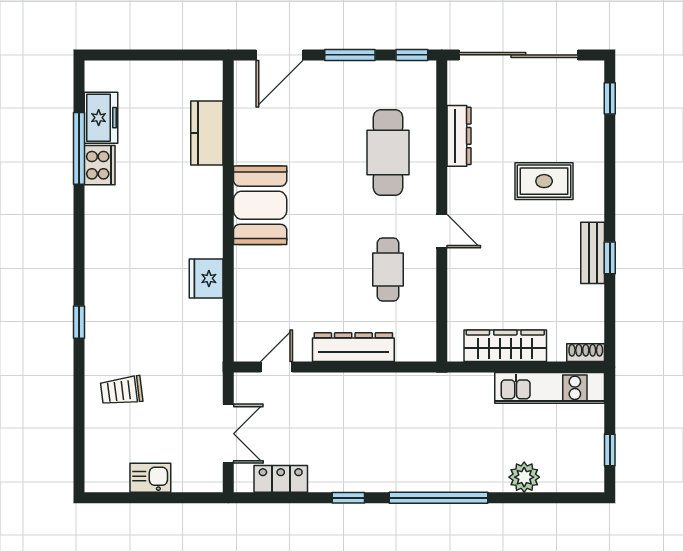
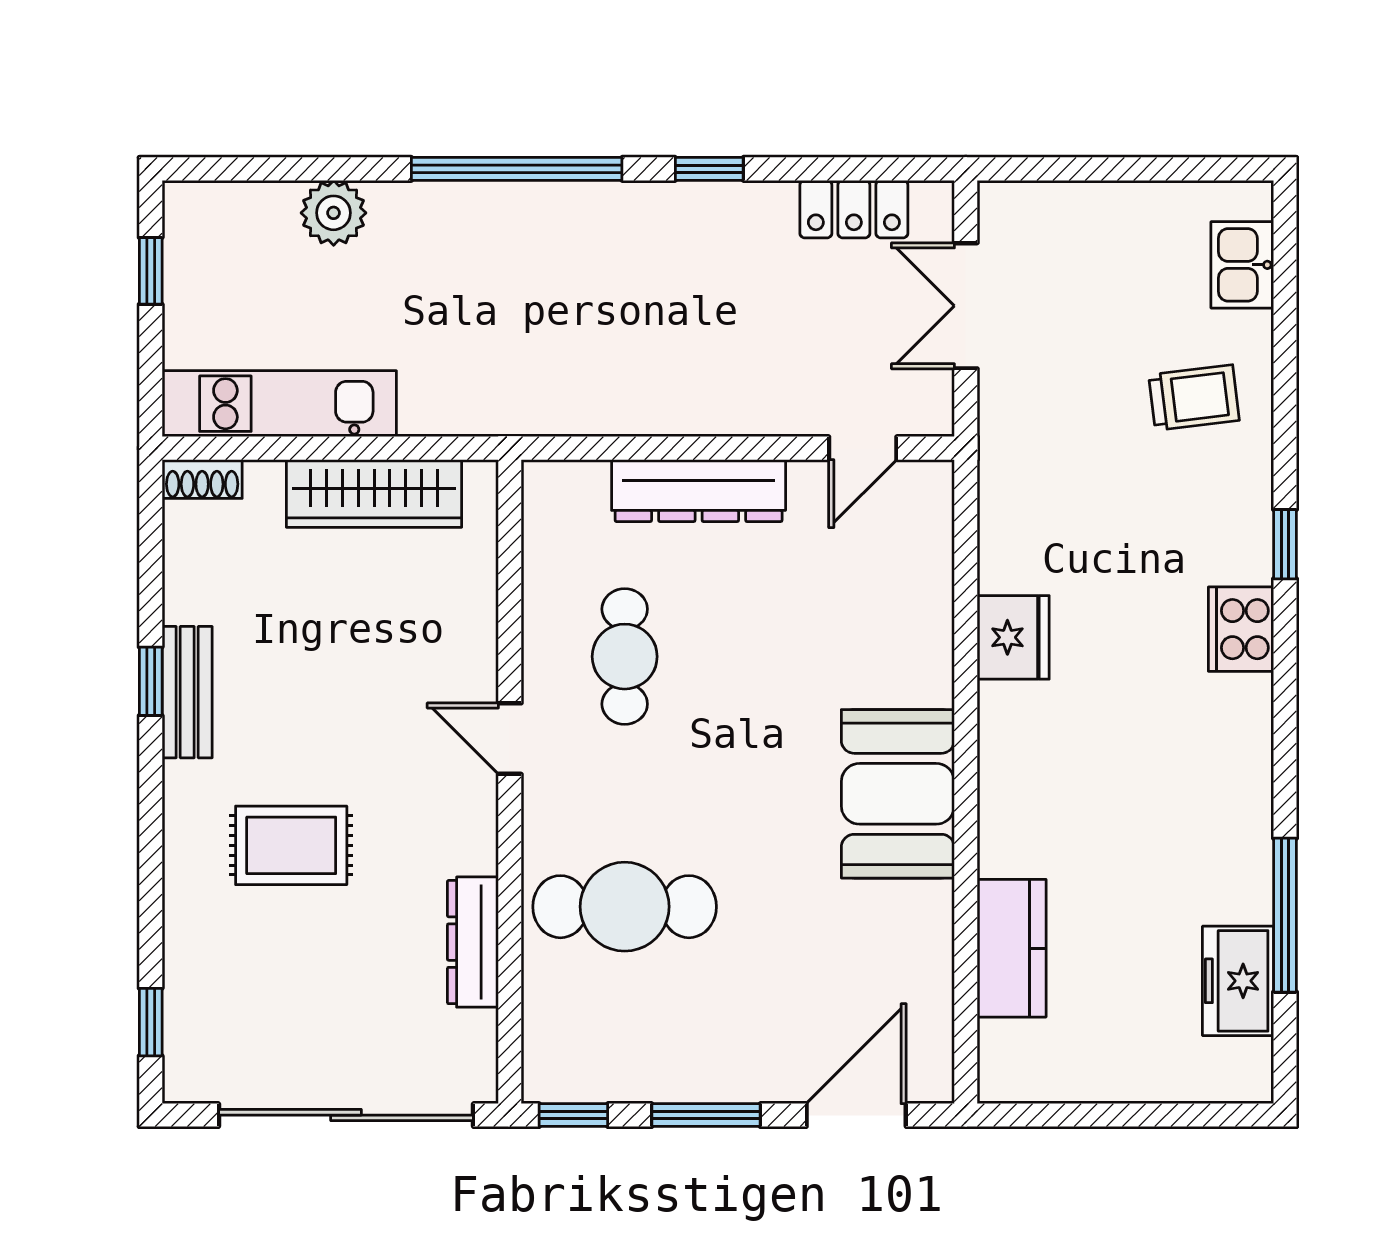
cafe table: (388, 152) -> (625, 907), turned 90
cooker: (100, 165) -> (1241, 629), moved
kitchen sink: (150, 478) -> (1242, 265), moved, turned 90

